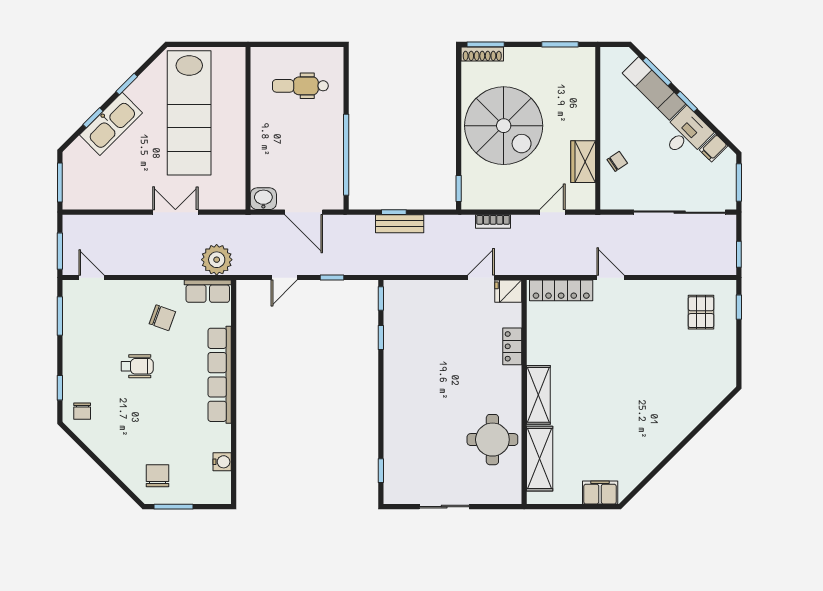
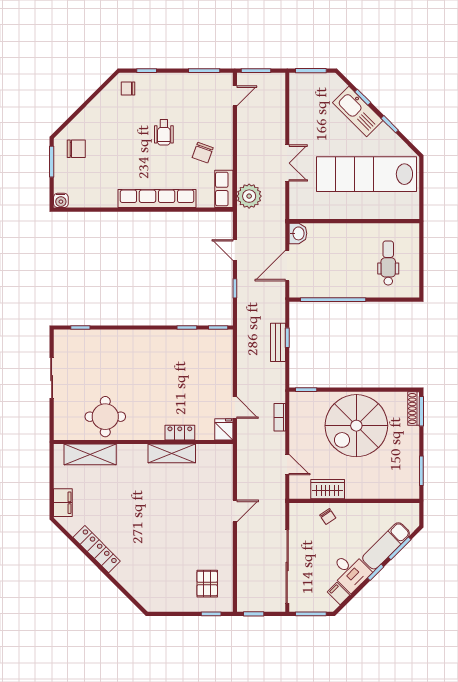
locker: (561, 290) -> (97, 549), moved, turned 135
pallet: (701, 312) -> (207, 584), turned 90
shelving: (538, 395) -> (172, 453), moved
water cooler: (222, 462) -> (61, 200), moved

